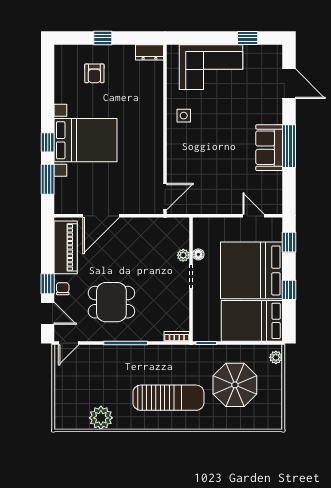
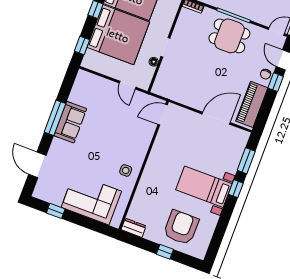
armchair: (94, 73) -> (181, 227), width x1.88, depth x1.88
bed with nightstands: (86, 140) -> (204, 187), width x0.73
door: (253, 216) -> (128, 85), moved
plant: (183, 255) -> (165, 65), removed
dining table: (111, 302) -> (229, 36), moved

